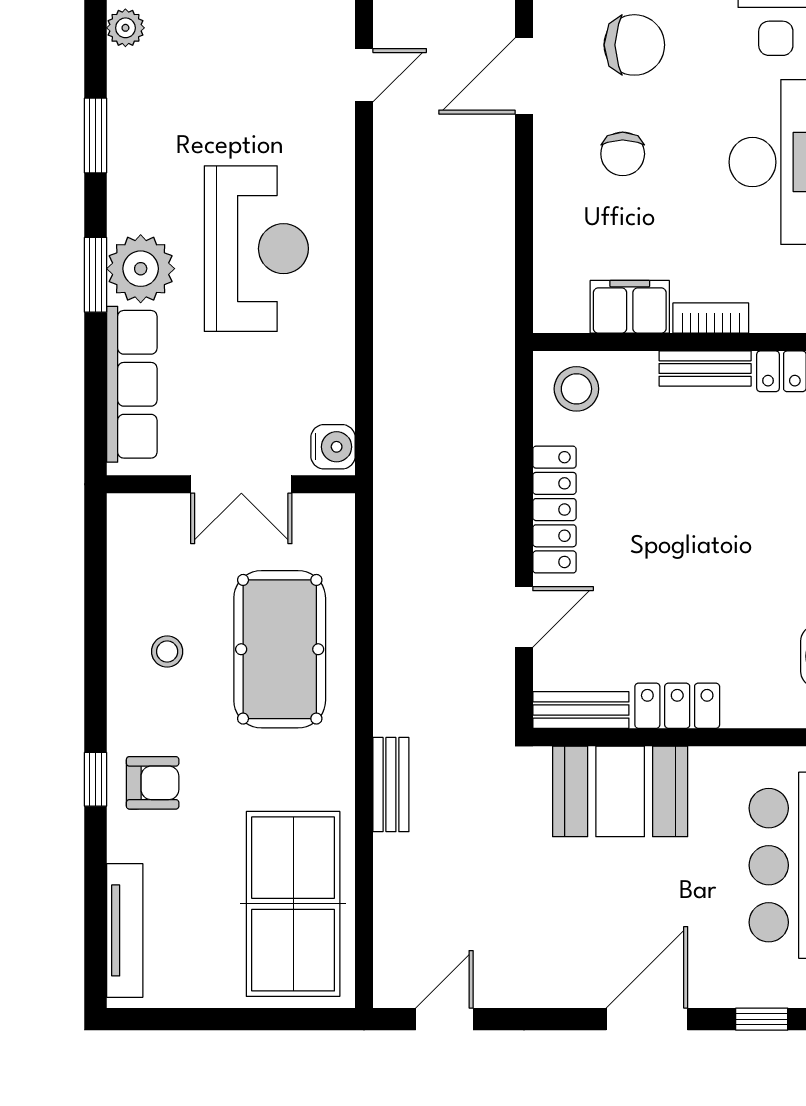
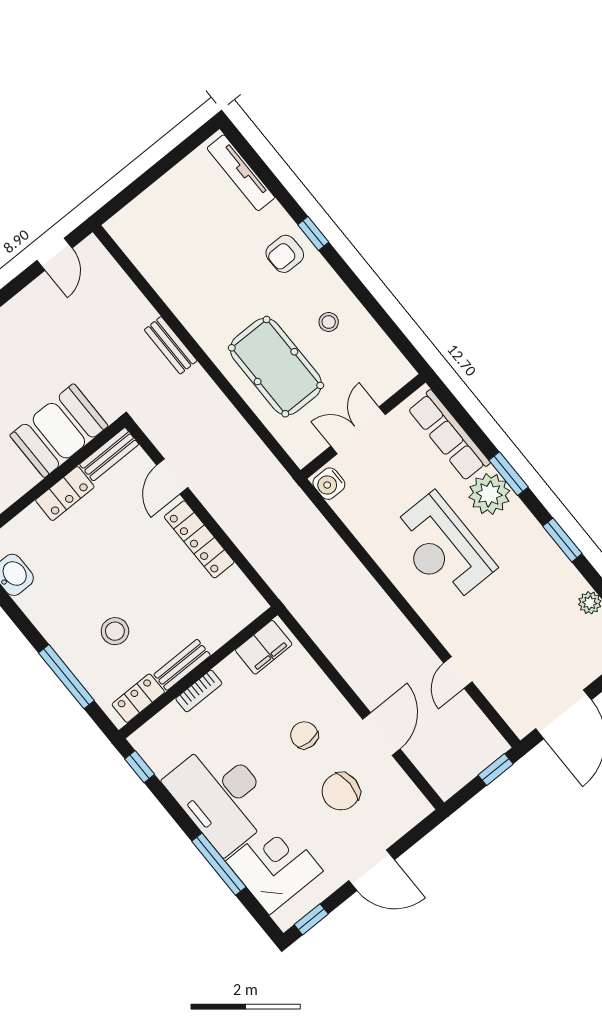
filing cabinet: (630, 307) -> (264, 647), moved
stool: (576, 389) -> (115, 631), moved
table tennis table: (293, 904) -> (171, 251), removed

